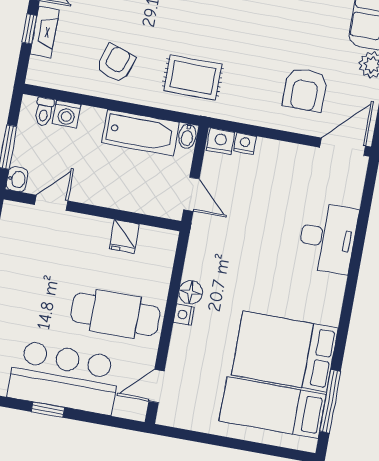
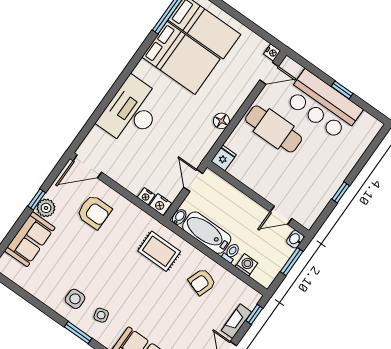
window: (29, 29) -> (254, 314), moved
armchair: (305, 90) -> (94, 212), turned 90
toilet: (44, 112) -> (231, 253), moved
fridge: (124, 236) -> (224, 158), moved
desk: (328, 238) -> (131, 111), width x1.36, depth x1.30
nightstand: (184, 315) -> (272, 53), moved

